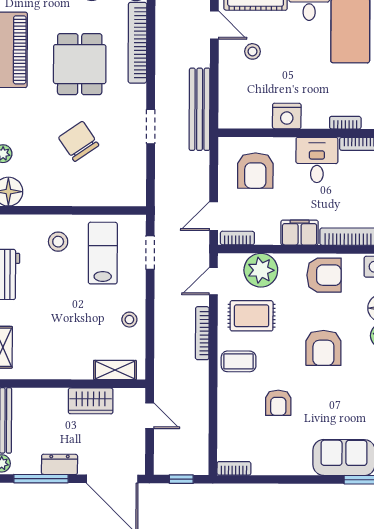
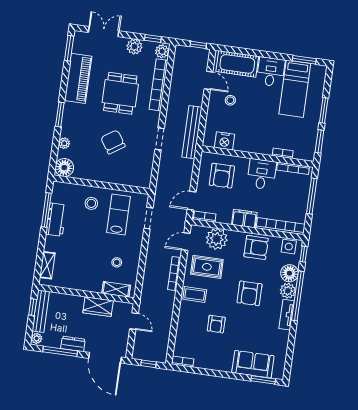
nightstand: (287, 116) -> (225, 141), moved
stool: (129, 320) -> (117, 262), moved

